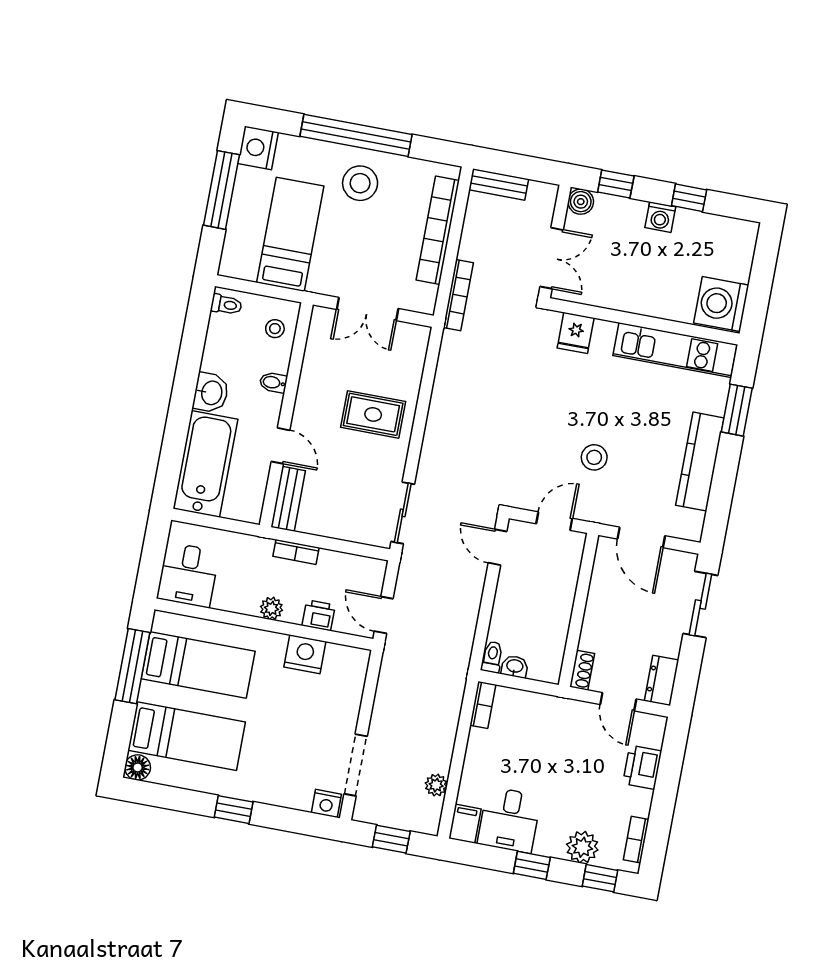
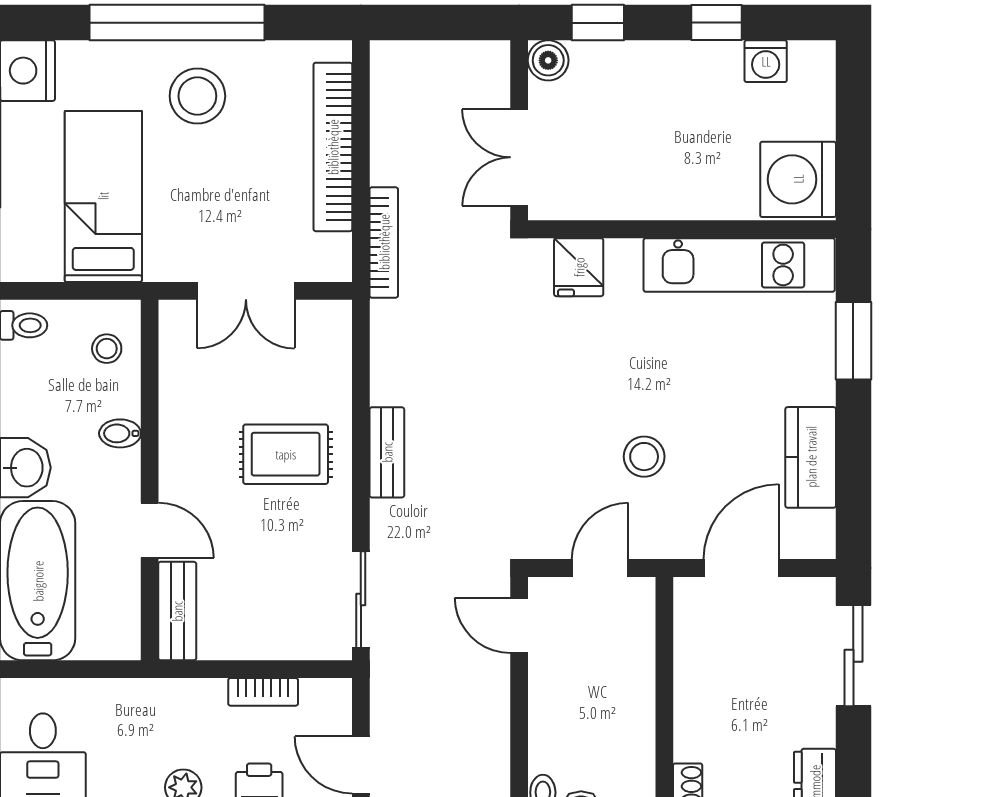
bench: (499, 184) -> (387, 452), moved, turned 90
washing machine: (660, 217) -> (766, 61), moved
double door: (552, 258) -> (519, 157), swing flipped
kitchen counter: (700, 462) -> (811, 457), width x0.67
door: (641, 537) -> (741, 568), swing flipped
bookcase: (296, 552) -> (263, 692), moved

